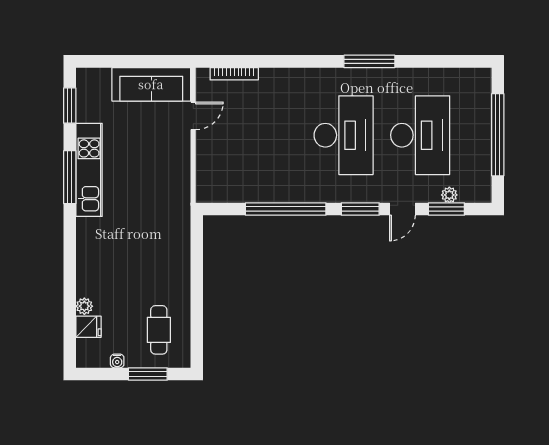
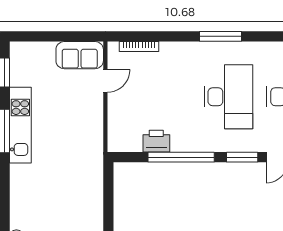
window: (369, 61) -> (220, 36), moved
sofa: (151, 84) -> (80, 55), width x0.73
printer: (255, 189) -> (156, 141), added

